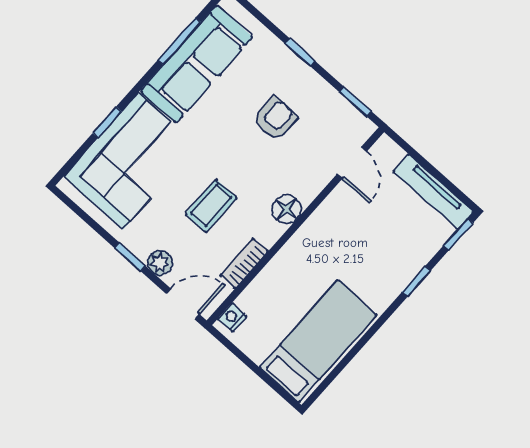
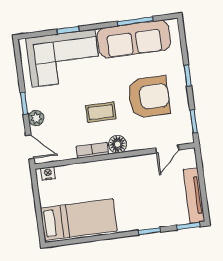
armchair: (275, 119) -> (149, 97), width x1.88, depth x1.88
coffee table: (211, 206) -> (101, 112), moved
bookcase: (244, 263) -> (92, 150), moved

